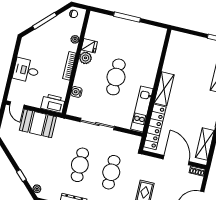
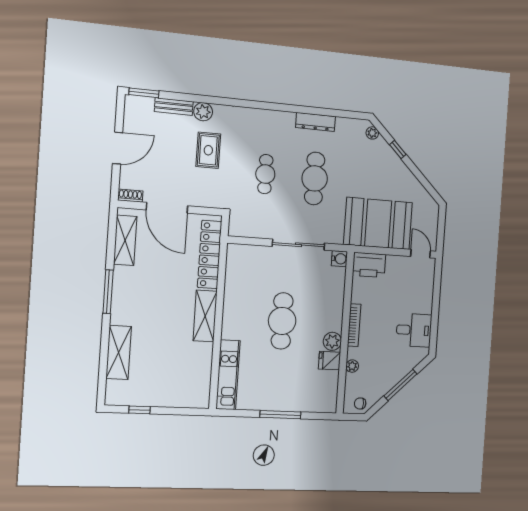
desk: (26, 70) -> (414, 330), moved
water cooler: (76, 92) -> (339, 259), moved
kitchen unit: (142, 109) -> (228, 375), moved
booth: (38, 123) -> (378, 223), width x1.36, depth x1.42
cafe table: (111, 172) -> (265, 174), width x0.73, depth x0.74

